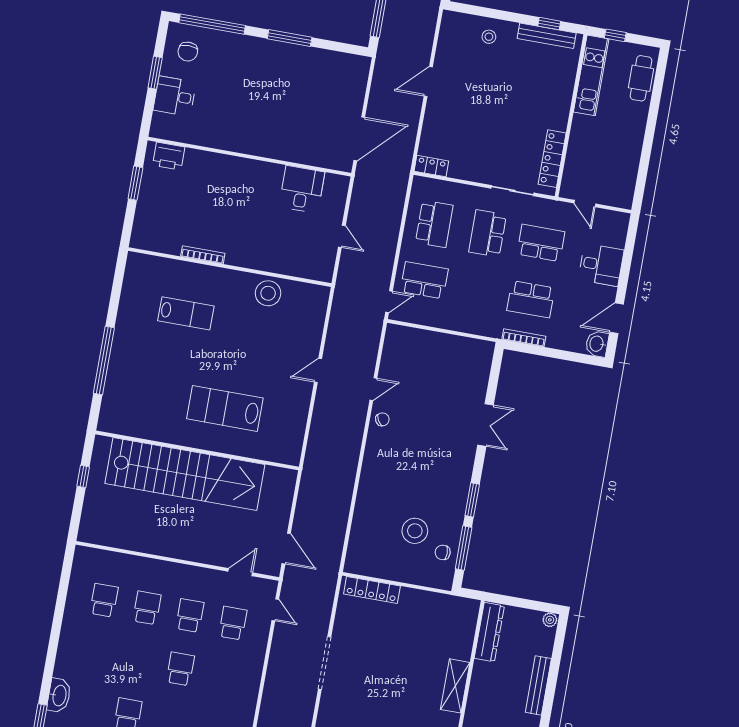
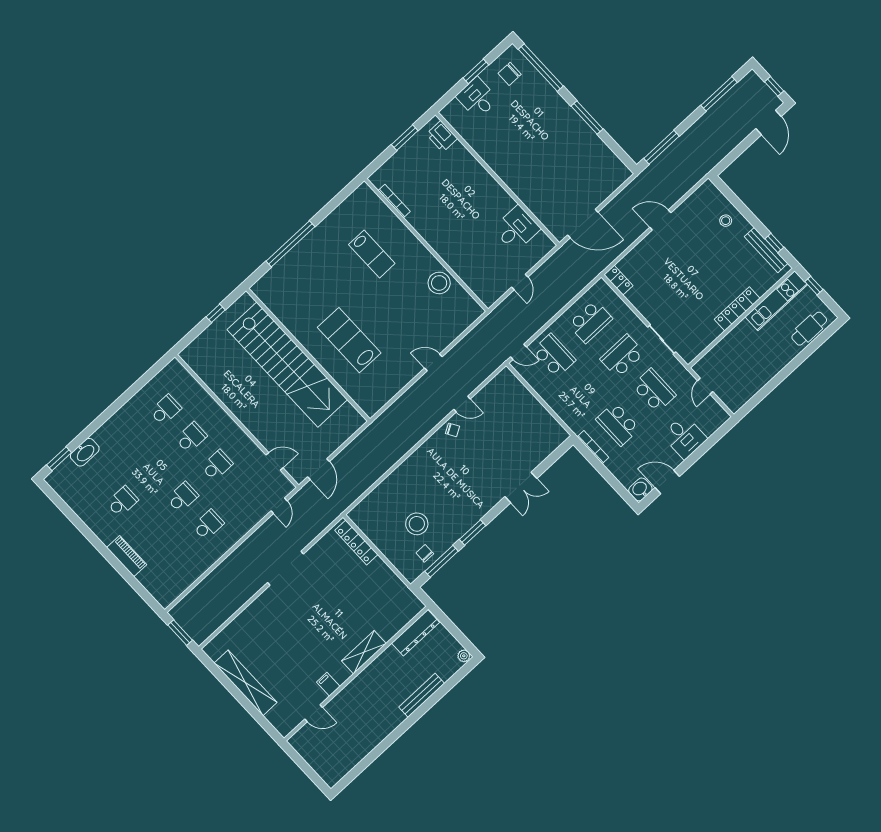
locker: (552, 159) -> (737, 309), moved
bookcase: (203, 255) -> (394, 201), moved
school desk: (233, 623) -> (208, 525), moved

